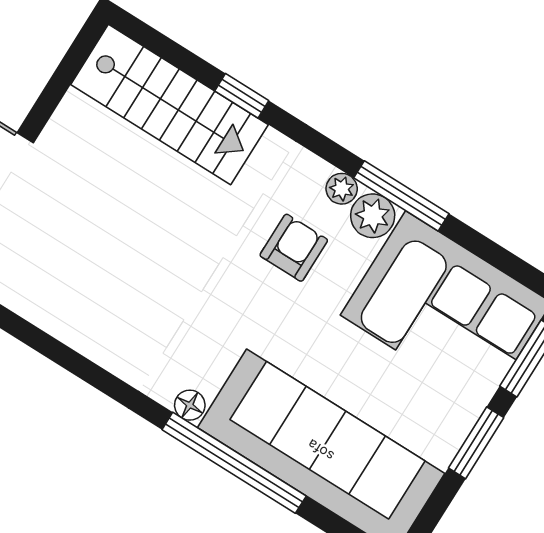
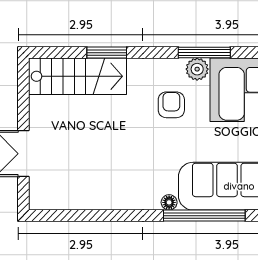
window: (242, 96) -> (107, 53), width x1.50
plant: (342, 189) -> (176, 66), removed

